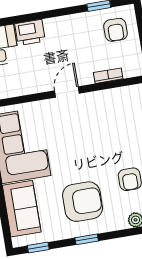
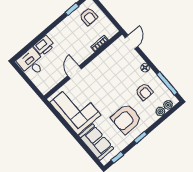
door: (67, 92) -> (75, 72), moved
armchair: (83, 202) -> (126, 119), turned 180

